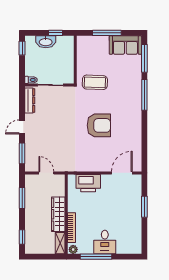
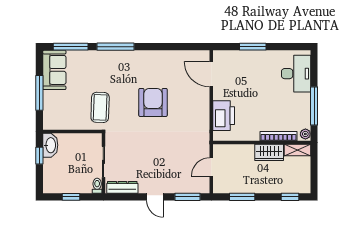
washbasin: (46, 42) -> (50, 145), moved
window: (22, 48) -> (71, 197), moved
wardrobe: (58, 214) -> (269, 152), width x0.67
desk: (105, 242) -> (296, 74), moved, width x1.37

